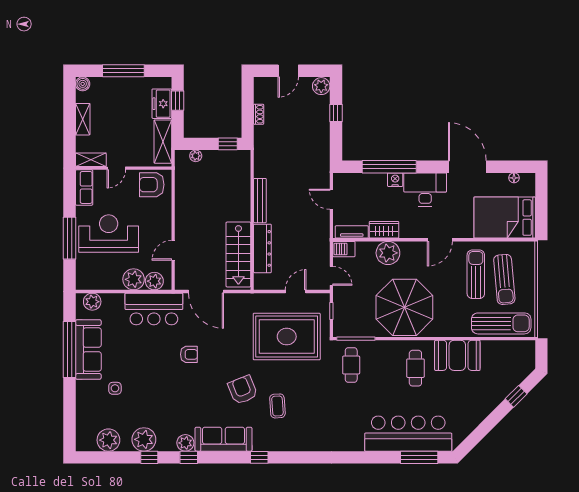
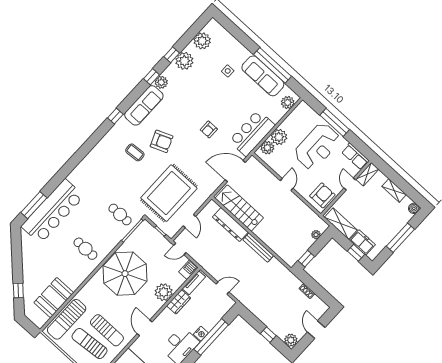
door: (173, 250) -> (287, 185), moved
booth: (457, 355) -> (54, 298), moved

